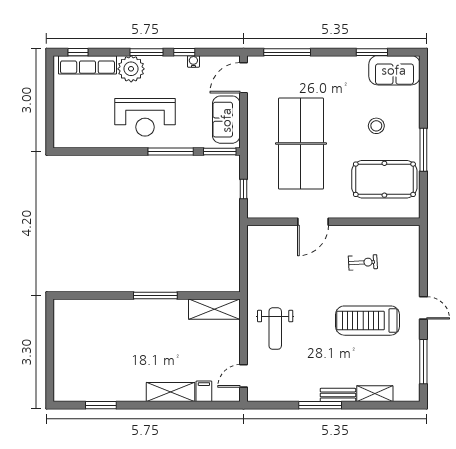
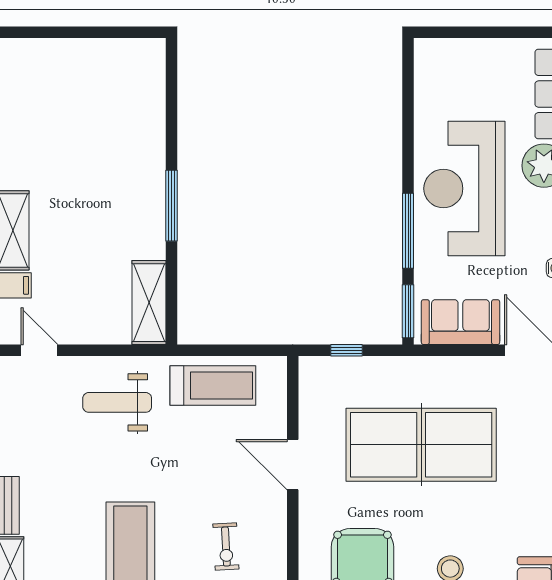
reception desk: (145, 117) -> (464, 189), width x1.36, depth x1.30
treadmill: (265, 270) -> (213, 386), added

